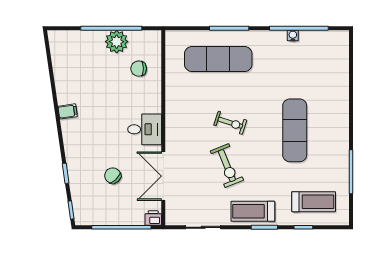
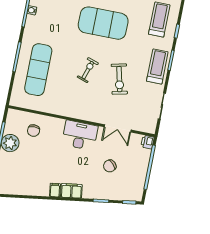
desk: (145, 129) -> (80, 135), width x1.37
exercise mat: (295, 130) -> (103, 23), width x1.47
filing cabinet: (71, 133) -> (71, 191), added
exercise bike: (227, 166) -> (119, 79), turned 99
double door: (163, 176) -> (118, 128), width x0.73
treadmill: (253, 211) -> (157, 67), turned 180

